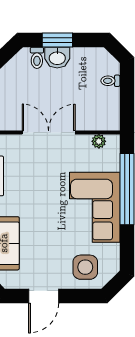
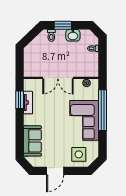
washbasin: (57, 58) -> (73, 35), moved
double door: (49, 133) -> (58, 78), swing flipped

